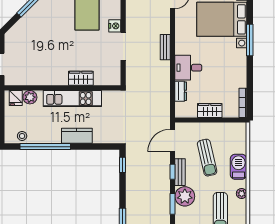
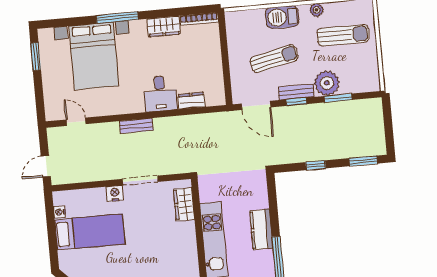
wardrobe: (81, 78) -> (184, 204), moved
wardrobe: (210, 110) -> (164, 26), moved, turned -90
window: (122, 165) -> (316, 165), moved

